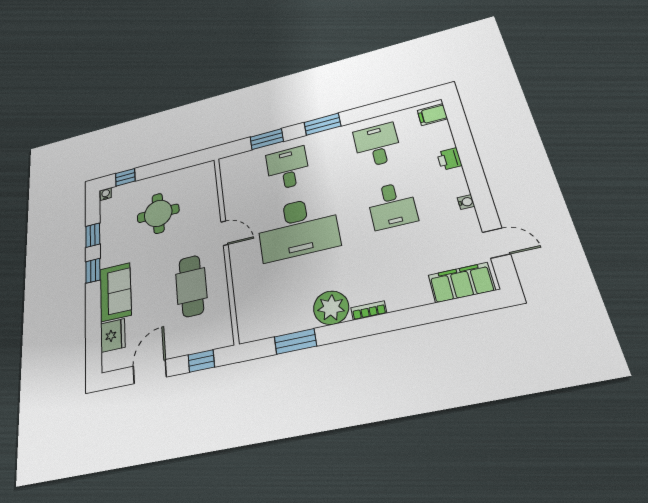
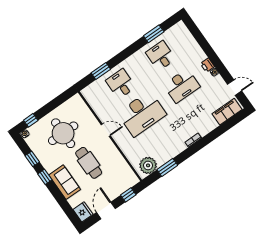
filing cabinet: (432, 115) -> (181, 30), removed
window: (322, 124) -> (154, 34), moved
printer: (449, 159) -> (207, 65), moved
desk: (392, 205) -> (182, 86), width x1.37
round table: (158, 213) -> (63, 133), width x1.36, depth x1.36
cafe table: (191, 286) -> (89, 163), moved
plant: (331, 308) -> (148, 165), moved
fridge: (113, 335) -> (83, 212), moved

